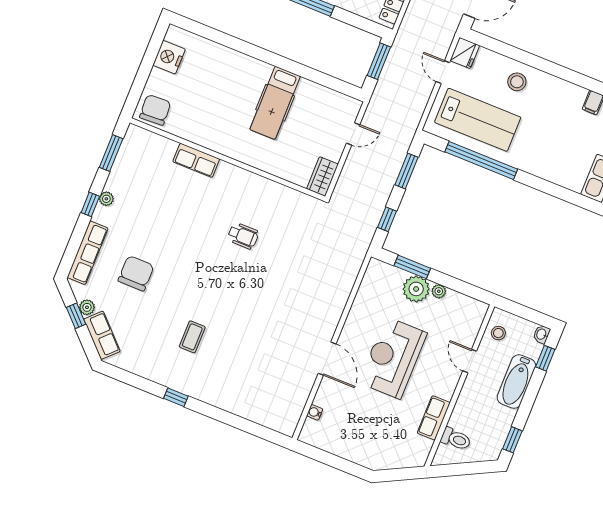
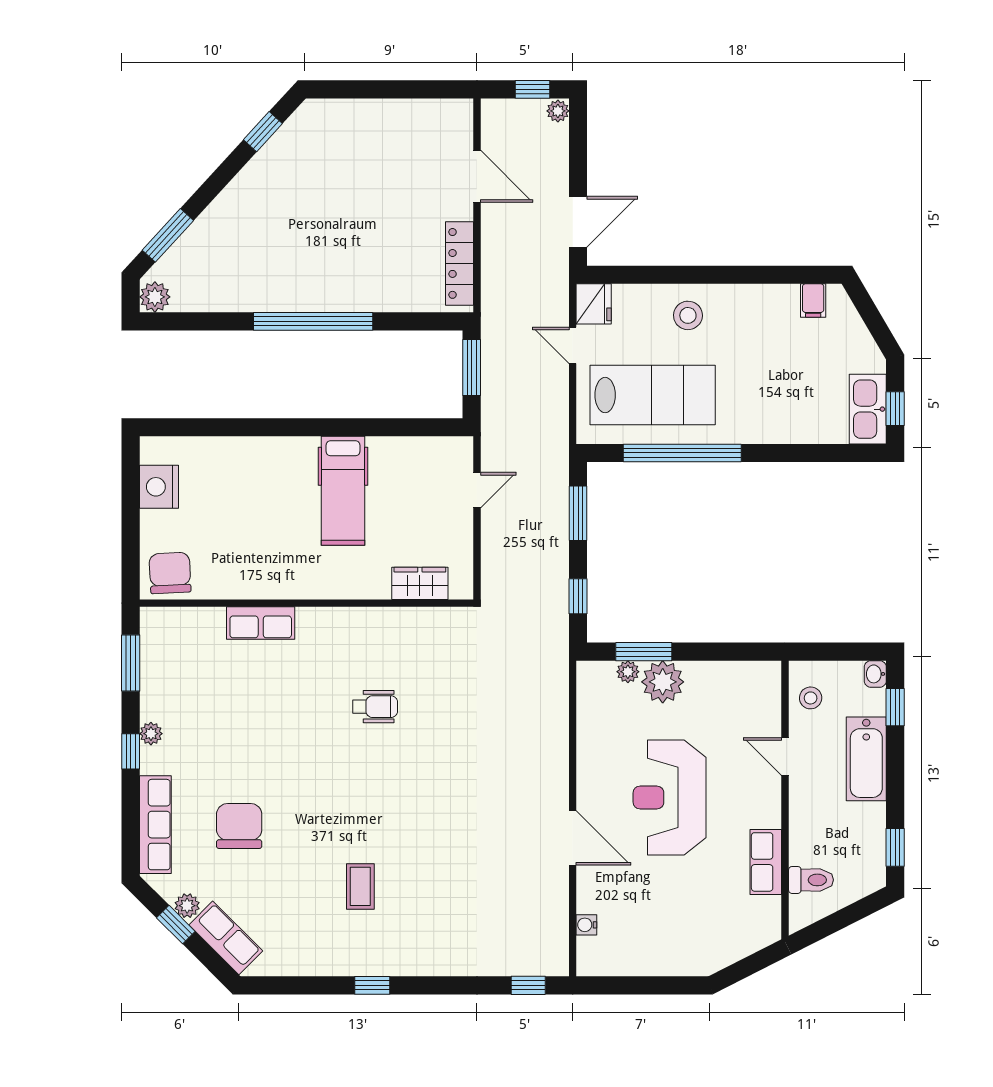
wardrobe: (322, 176) -> (420, 583), moved, turned 90
plant: (439, 291) -> (628, 672), moved
window: (267, 434) -> (528, 985), added

